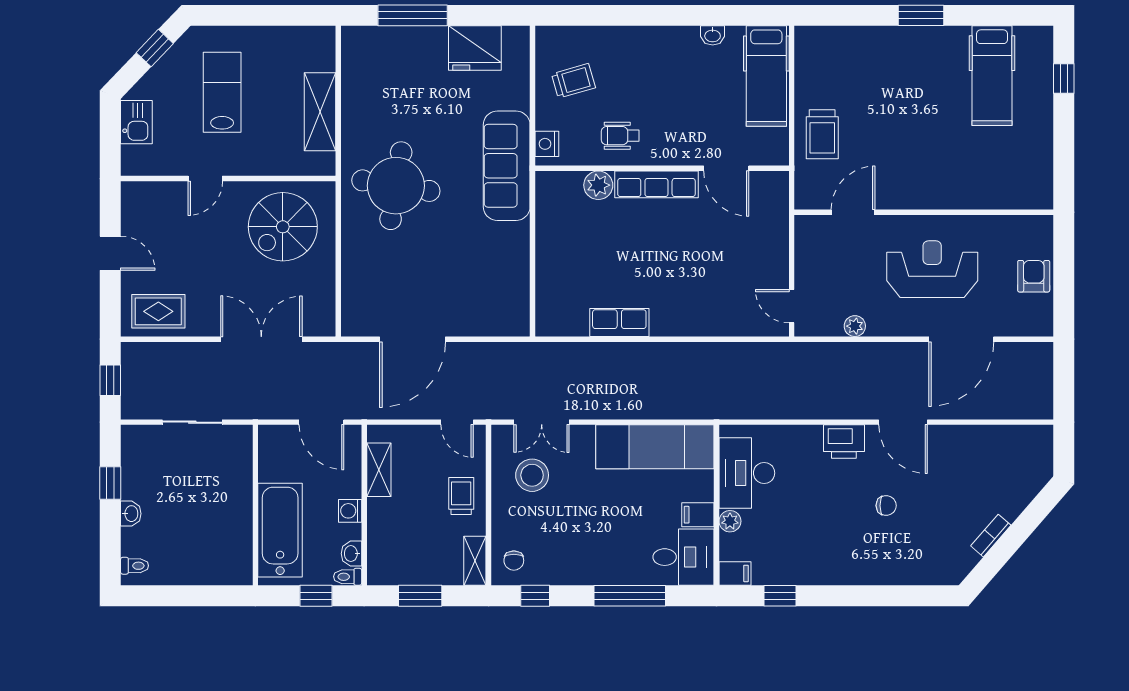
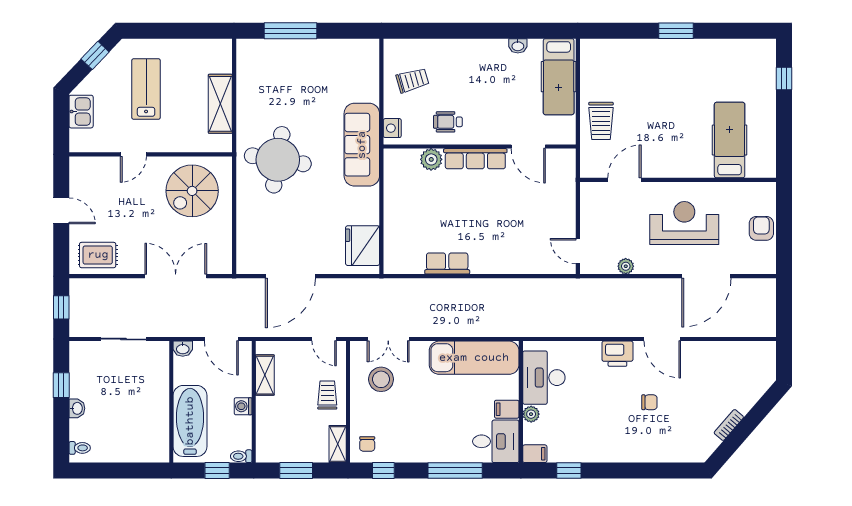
fridge: (475, 48) -> (363, 246), moved, turned 90
hospital bed: (992, 76) -> (730, 140), moved, turned 180
washbasin: (351, 554) -> (183, 349), moved, turned -90

